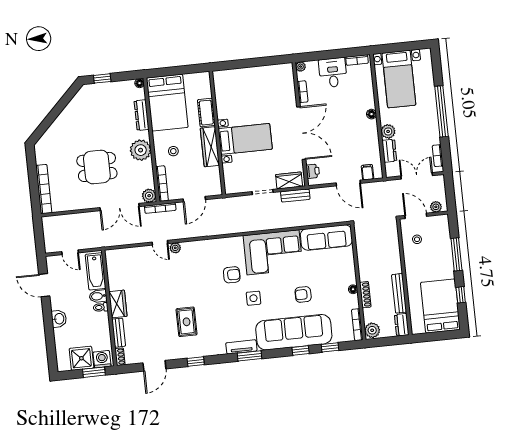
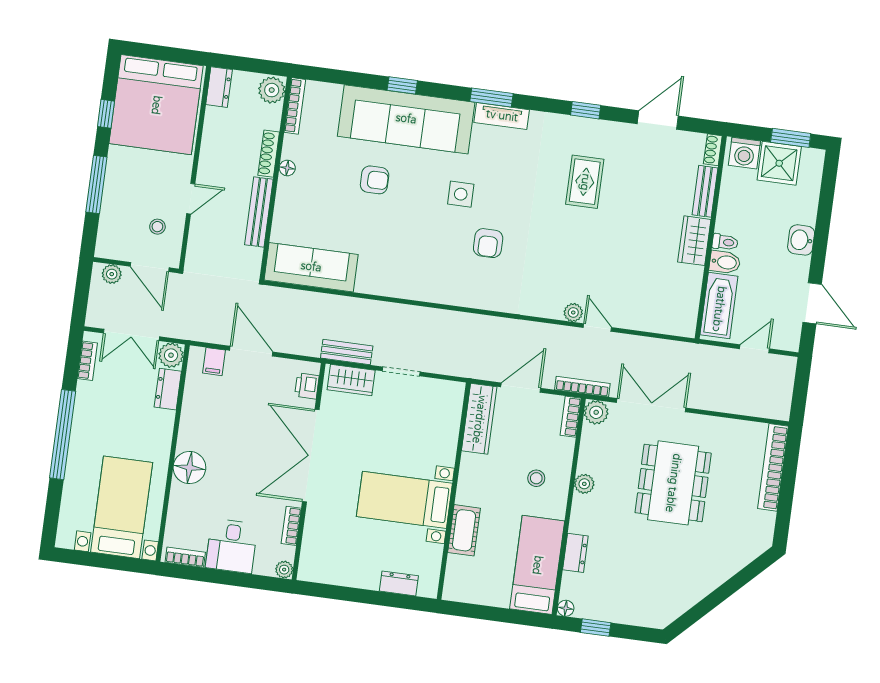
dresser: (235, 74) -> (399, 583), added
window: (102, 78) -> (596, 628), moved
bed: (167, 103) -> (537, 565), width x0.67
floor lamp: (372, 114) -> (189, 468), width x1.89, depth x1.89
dresser: (142, 115) -> (575, 553), width x0.70
plant: (388, 131) -> (171, 355), moved
bed with nightstands: (245, 139) -> (404, 500), moved
wardrobe: (210, 147) -> (479, 419), moved
plant: (141, 150) -> (584, 484), width x0.53, depth x0.53
dining table: (97, 167) -> (673, 483), width x1.38
bookcase: (162, 184) -> (571, 417), width x0.64
door: (70, 252) -> (754, 349), hinge flipped
corner sofa: (273, 252) -> (408, 264), removed
door: (402, 259) -> (191, 199), added
armchair: (232, 275) -> (488, 243), turned -90
bench: (399, 293) -> (259, 212), moved
bed: (440, 306) -> (156, 105), width x1.36
window: (330, 347) -> (351, 78), removed
window: (94, 372) -> (791, 138), moved

